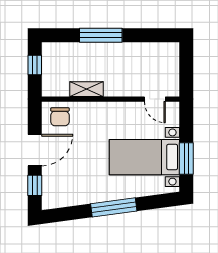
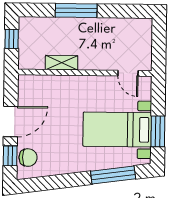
chair: (60, 117) -> (28, 158), moved, turned -90
window: (114, 207) -> (113, 175), moved

